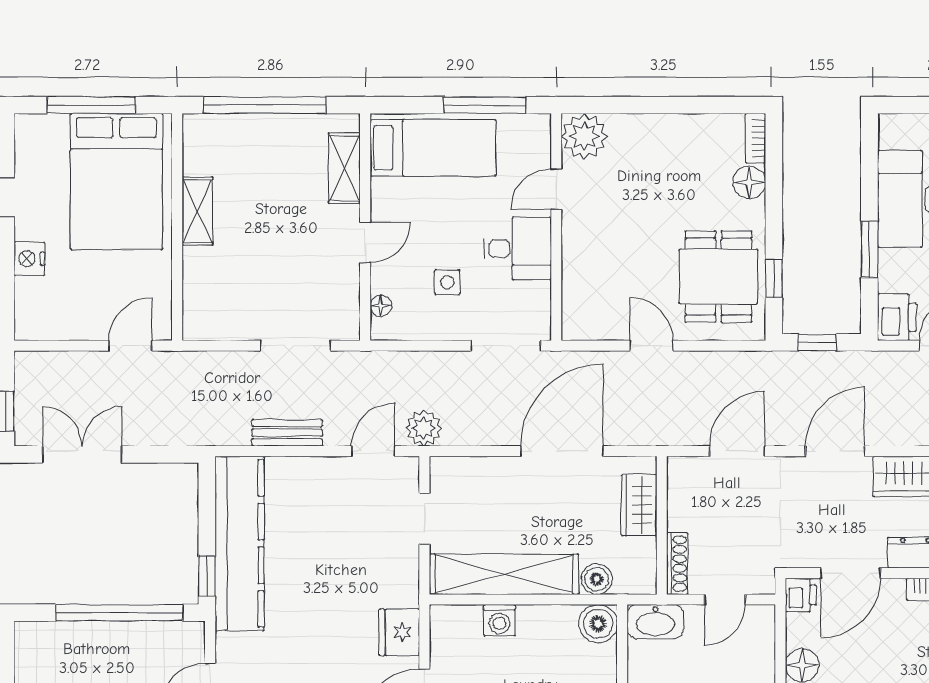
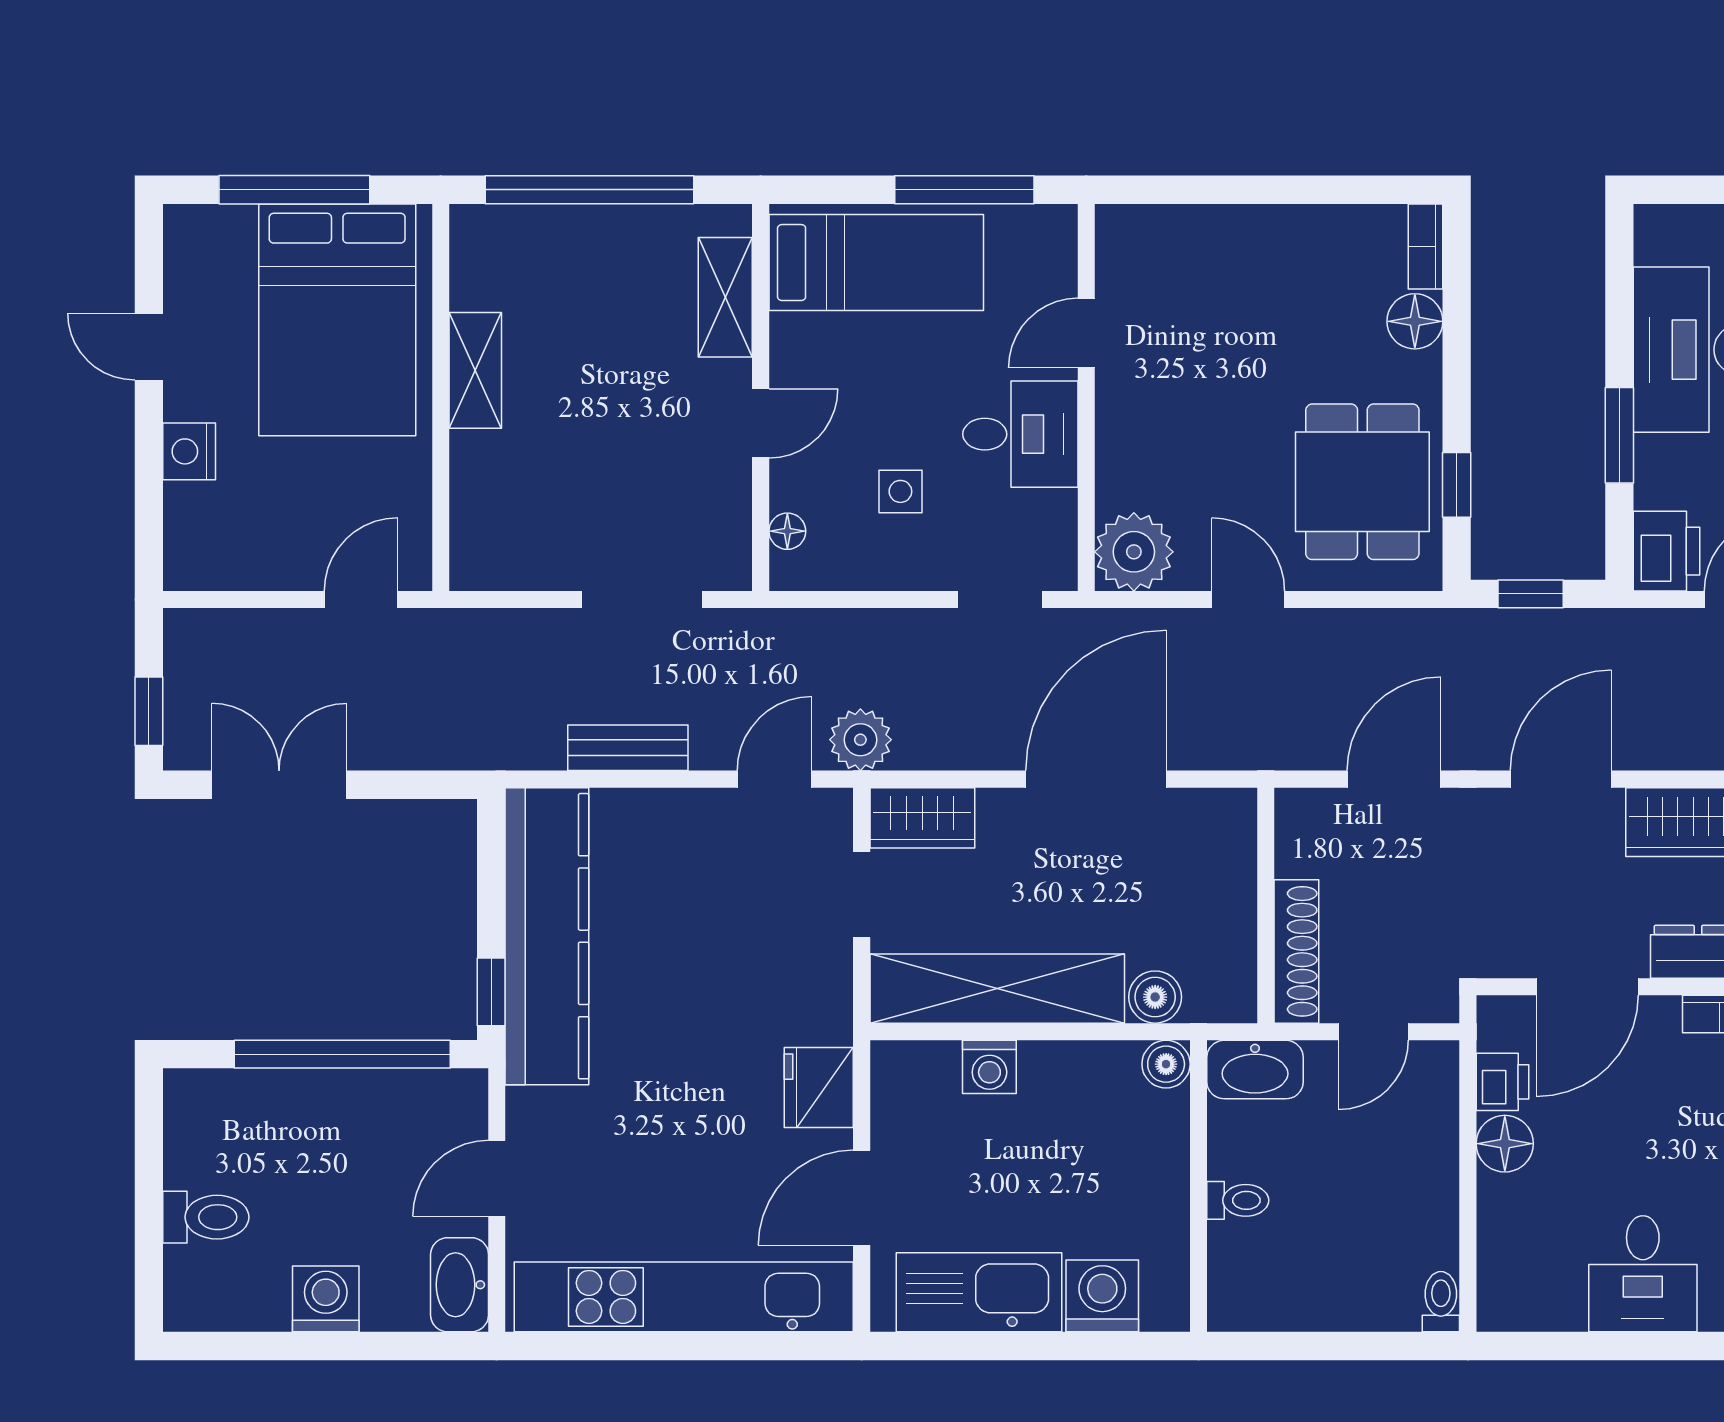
plant: (584, 136) -> (1134, 552), moved
doorway: (506, 346) -> (1000, 599), width x0.73
wardrobe: (639, 505) -> (922, 818), moved, turned -90
shoe rack: (677, 564) -> (1296, 951), width x1.36, depth x1.24
printer: (801, 595) -> (1503, 1082), moved
boiler: (598, 624) -> (1166, 1064), width x0.73, depth x0.73

